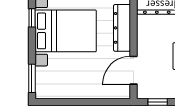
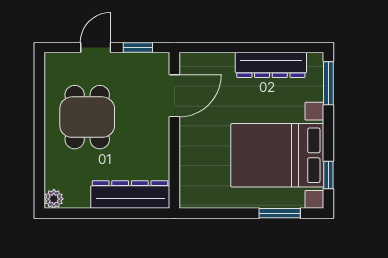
dresser: (122, 28) -> (271, 65), moved, turned 90

